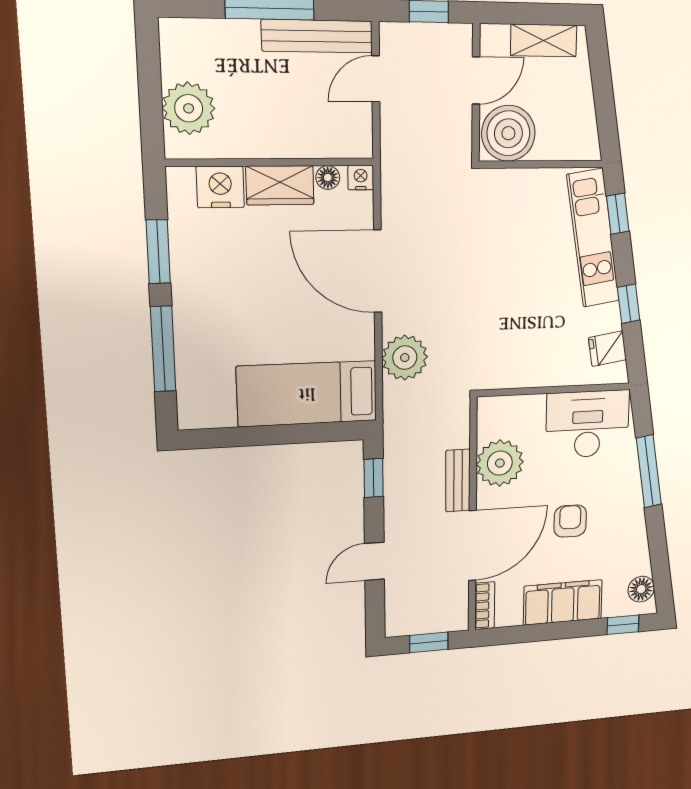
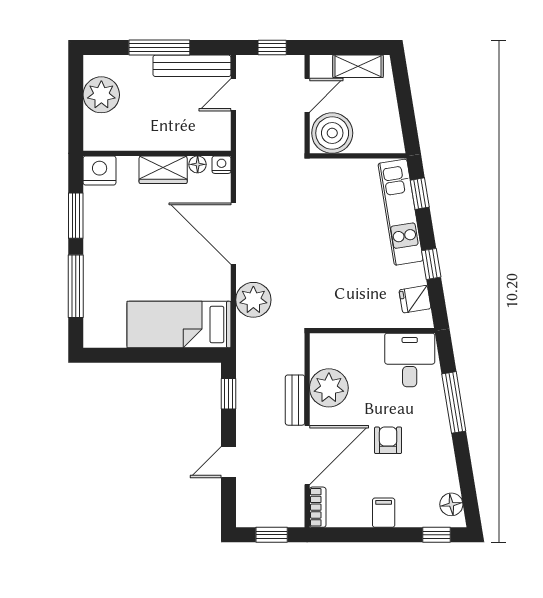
plant: (189, 108) -> (101, 95), moved
nightstand: (220, 187) -> (100, 170), moved
desk: (588, 424) -> (410, 360), width x0.73
filing cabinet: (563, 602) -> (384, 513), width x0.33, depth x0.86

